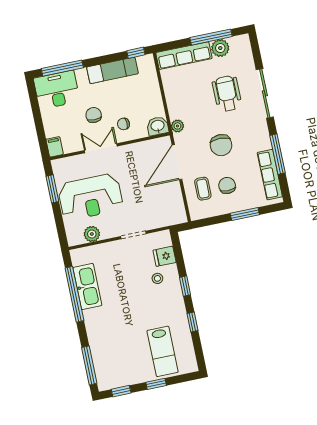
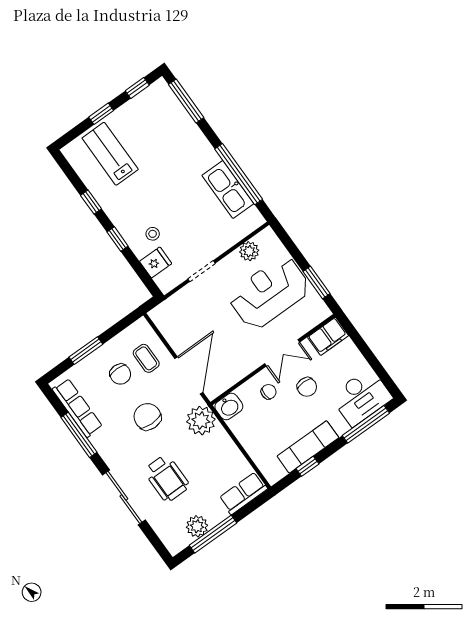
window: (136, 53) -> (307, 466), moved
row of seats: (184, 56) -> (243, 493), width x0.68
plant: (177, 126) -> (201, 421), width x1.87, depth x1.87
filing cabinet: (55, 147) -> (328, 336), width x2.00

